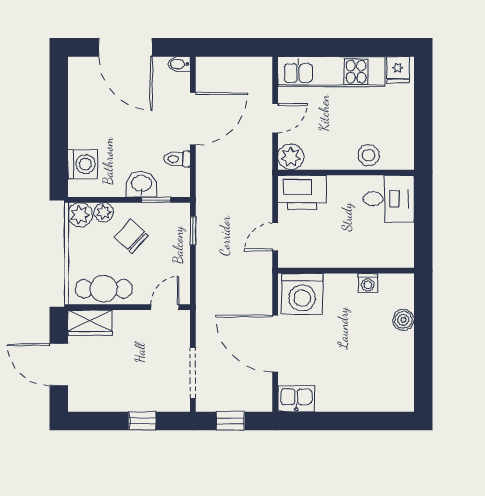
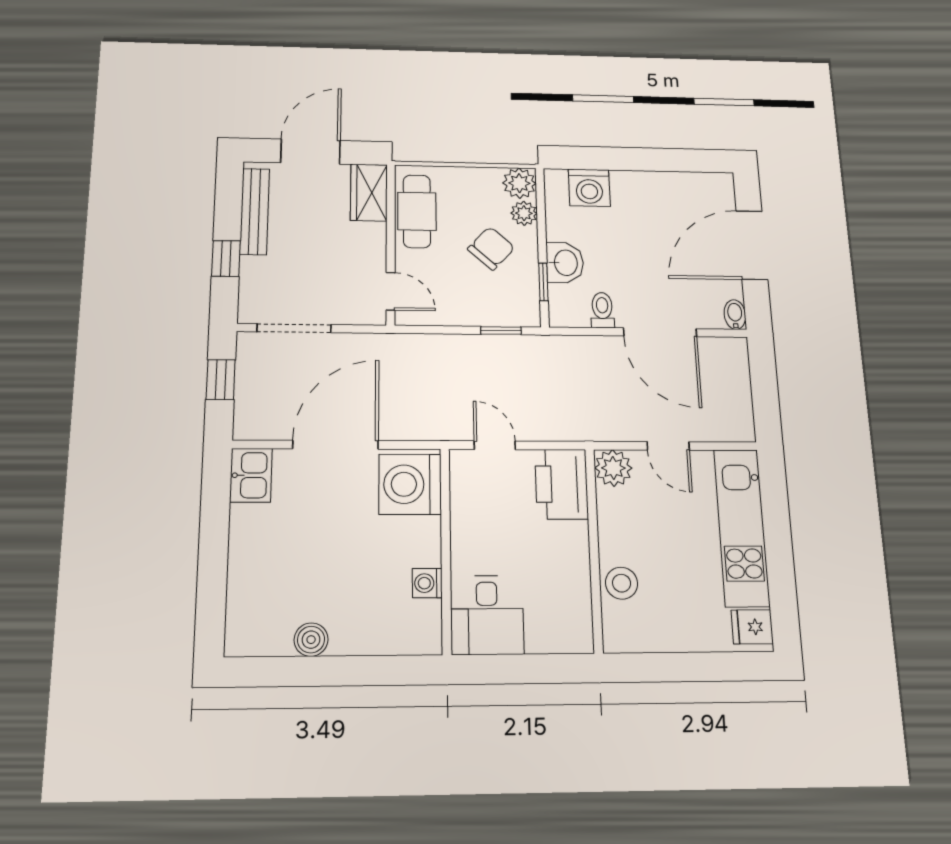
desk: (389, 199) -> (487, 615), moved
boiler: (403, 320) -> (311, 640), moved
bench: (106, 403) -> (255, 211), added

